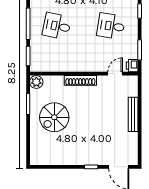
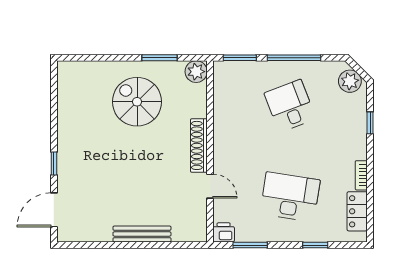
desk: (57, 26) -> (290, 106), turned -33
desk: (111, 26) -> (290, 197), width x1.37
door: (115, 74) -> (210, 186), moved

